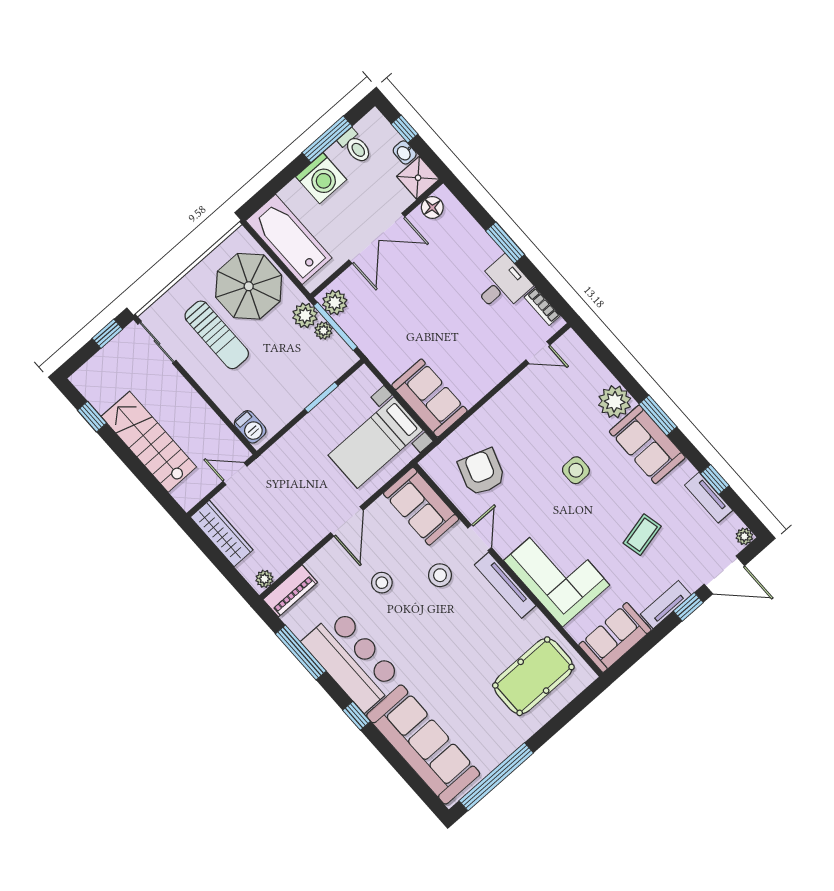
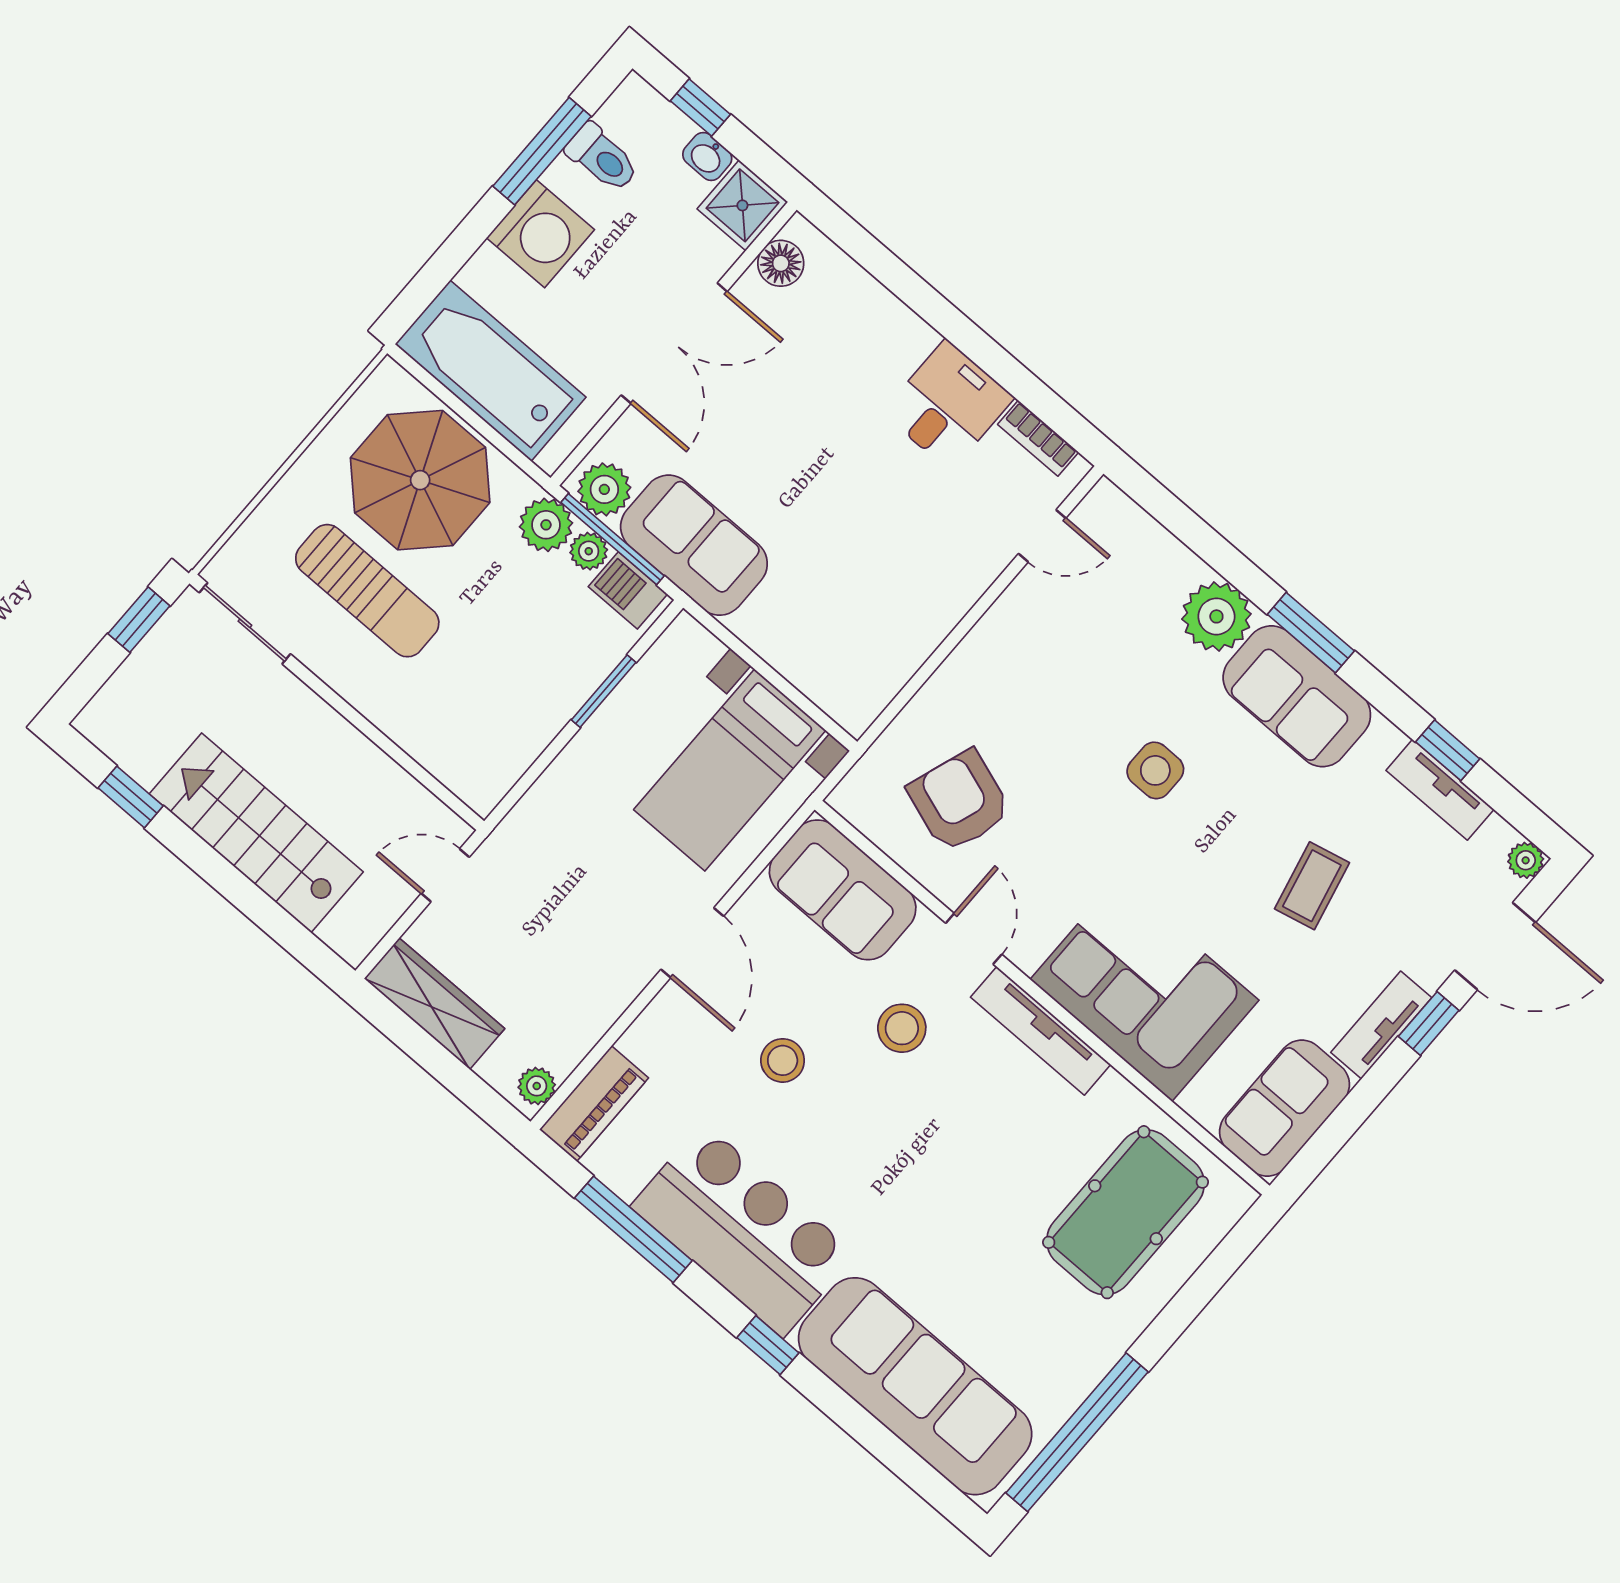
window: (505, 243) -> (943, 316), removed
sofa: (429, 398) -> (694, 545), moved
barbecue: (250, 427) -> (628, 590), moved, turned 180

